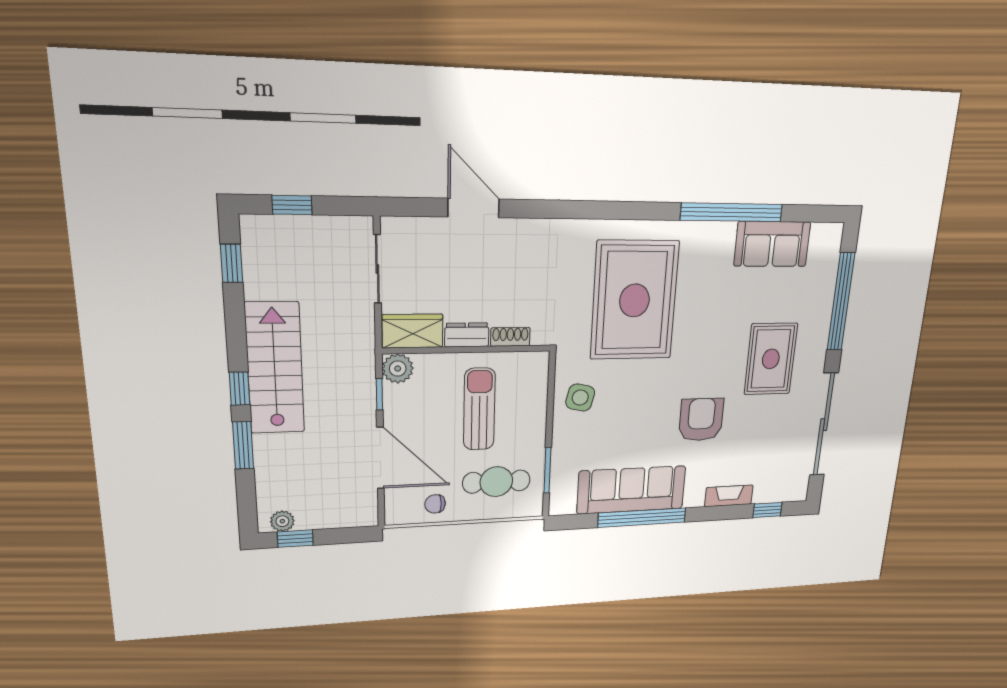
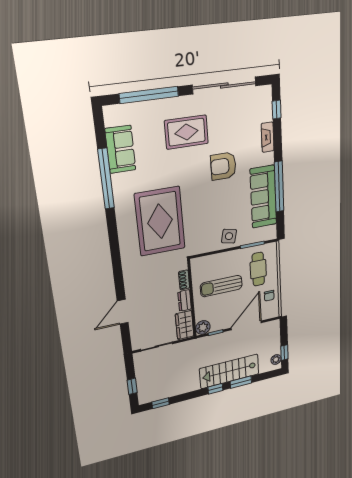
rug: (634, 300) -> (160, 221), turned 90
stairs: (275, 368) -> (229, 371), moved
side table: (580, 398) -> (229, 236), moved

